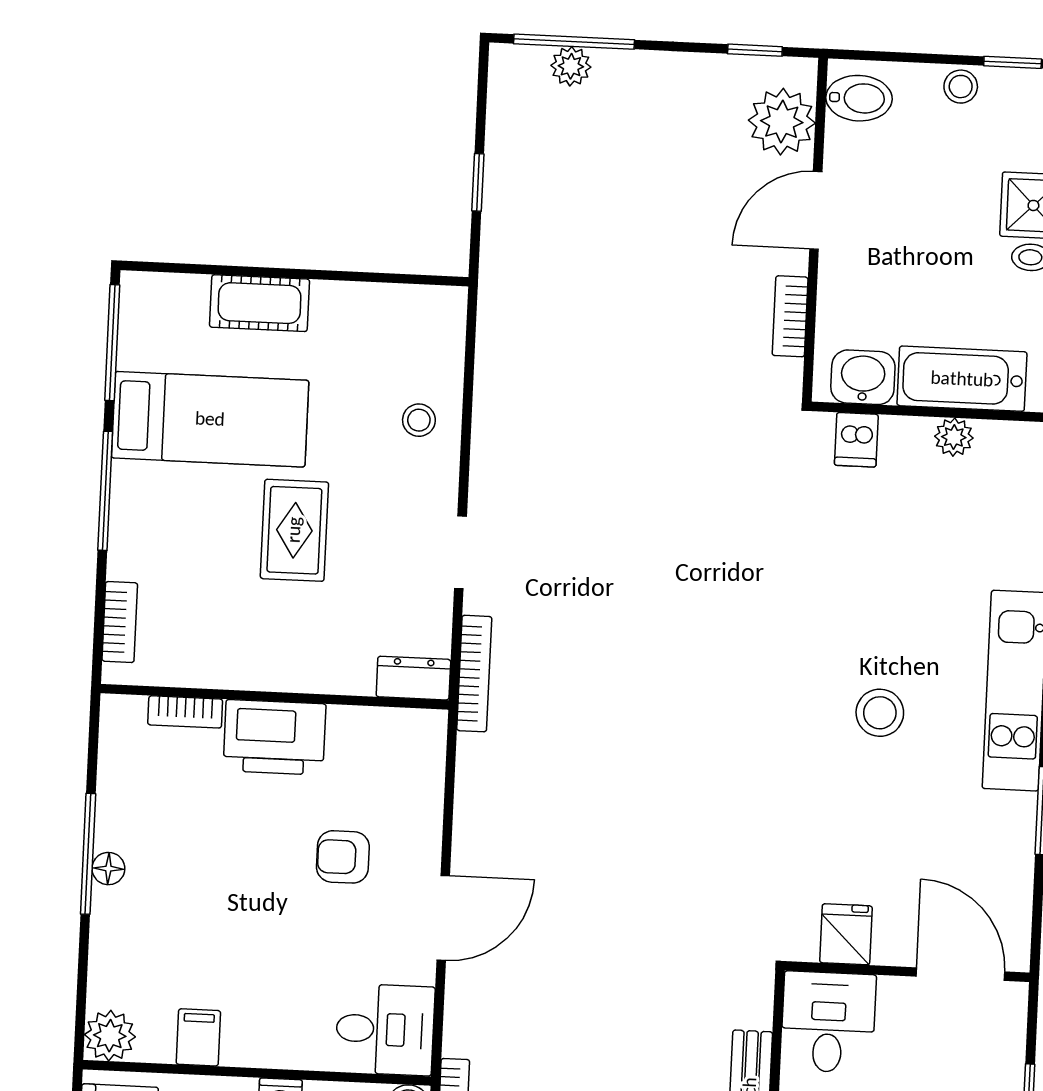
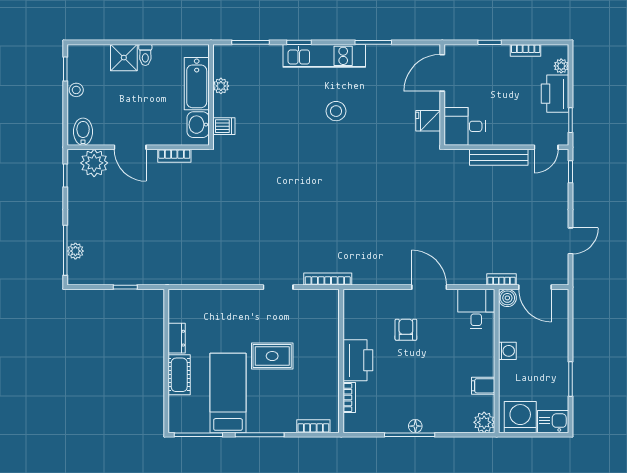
stool: (419, 420) -> (224, 307), removed
dresser: (413, 678) -> (177, 338), moved, turned 180
armchair: (343, 857) -> (406, 330), turned 180

